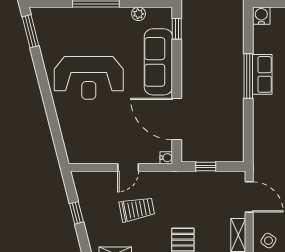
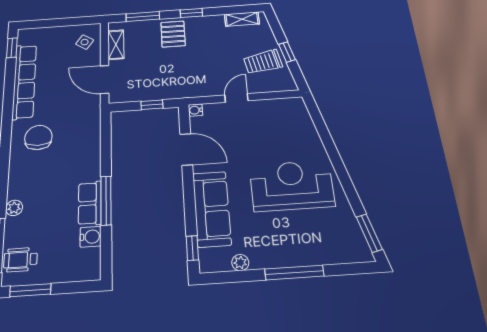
water cooler: (261, 16) -> (91, 237), moved, turned -90
door: (177, 119) -> (186, 149), width x0.73
trolley: (137, 209) -> (263, 62), moved

